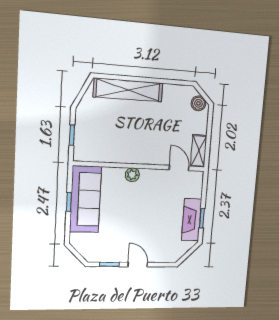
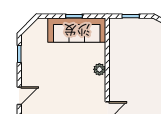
door: (138, 265) -> (19, 96), moved

